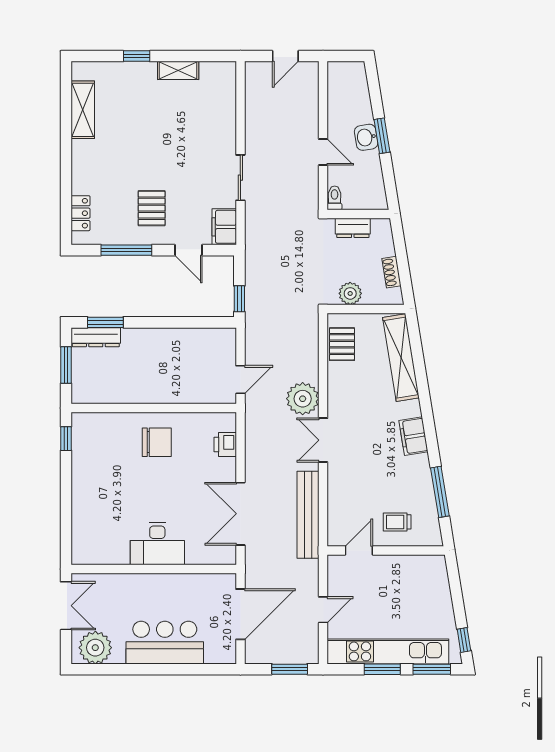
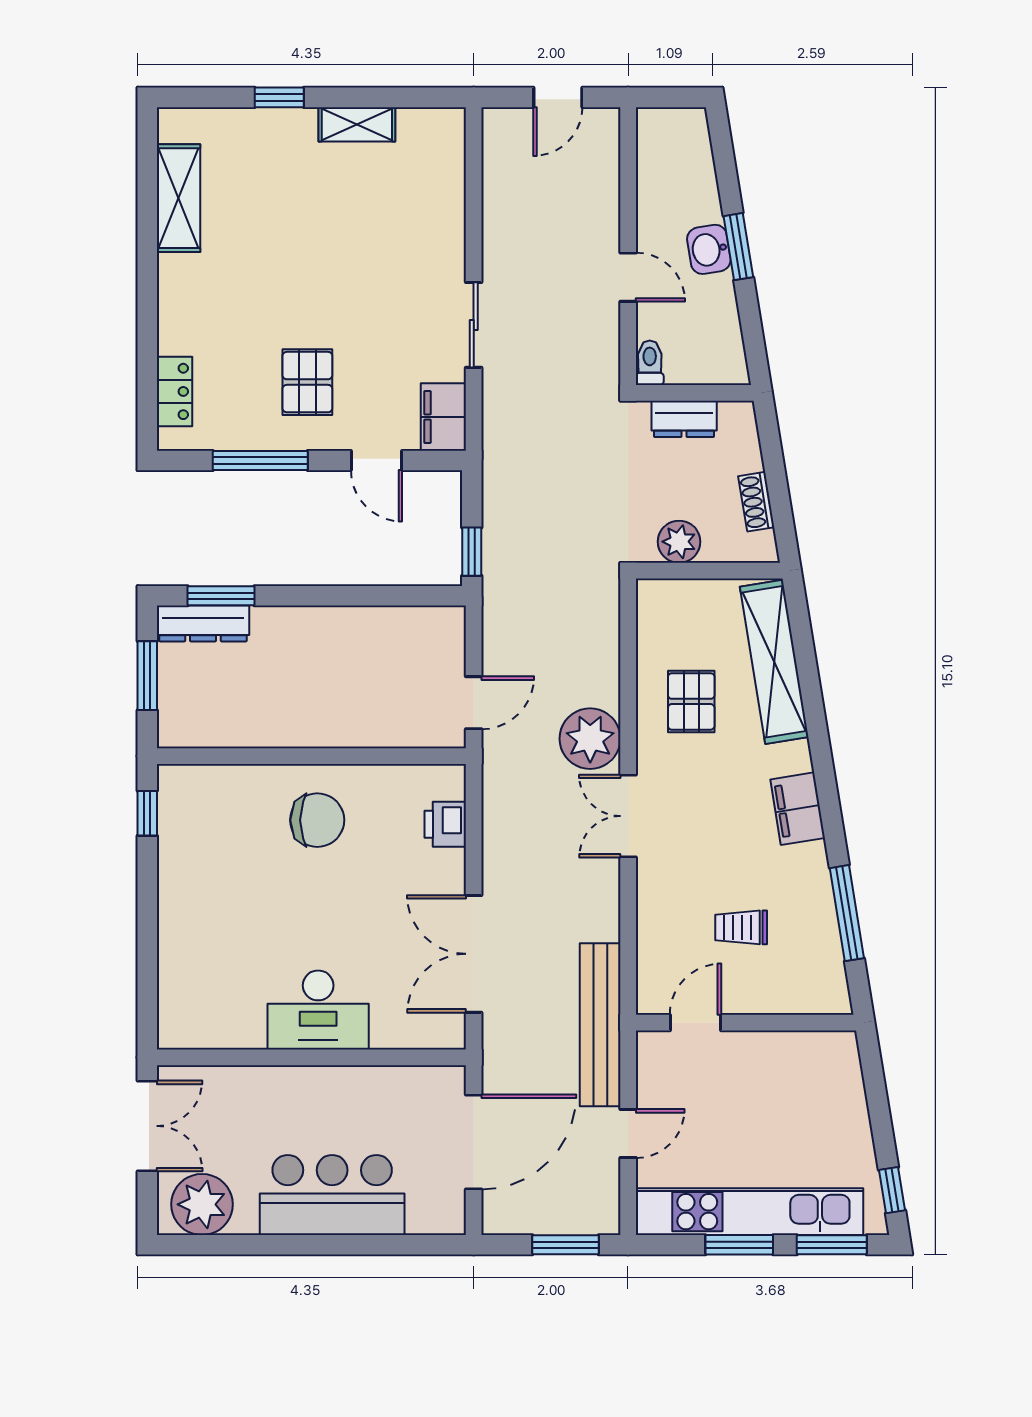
pallet: (342, 344) -> (691, 701), moved
bench: (308, 515) -> (600, 1025), moved
trolley: (397, 522) -> (741, 927), moved

